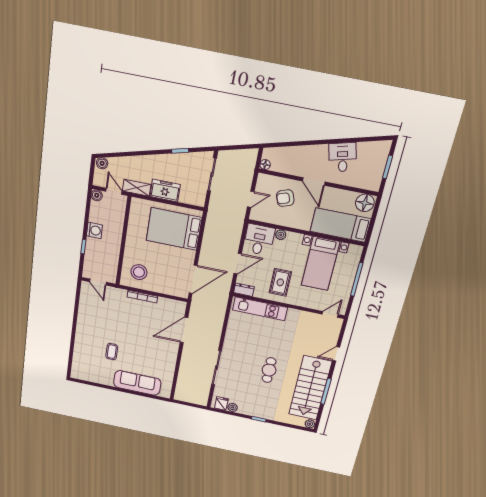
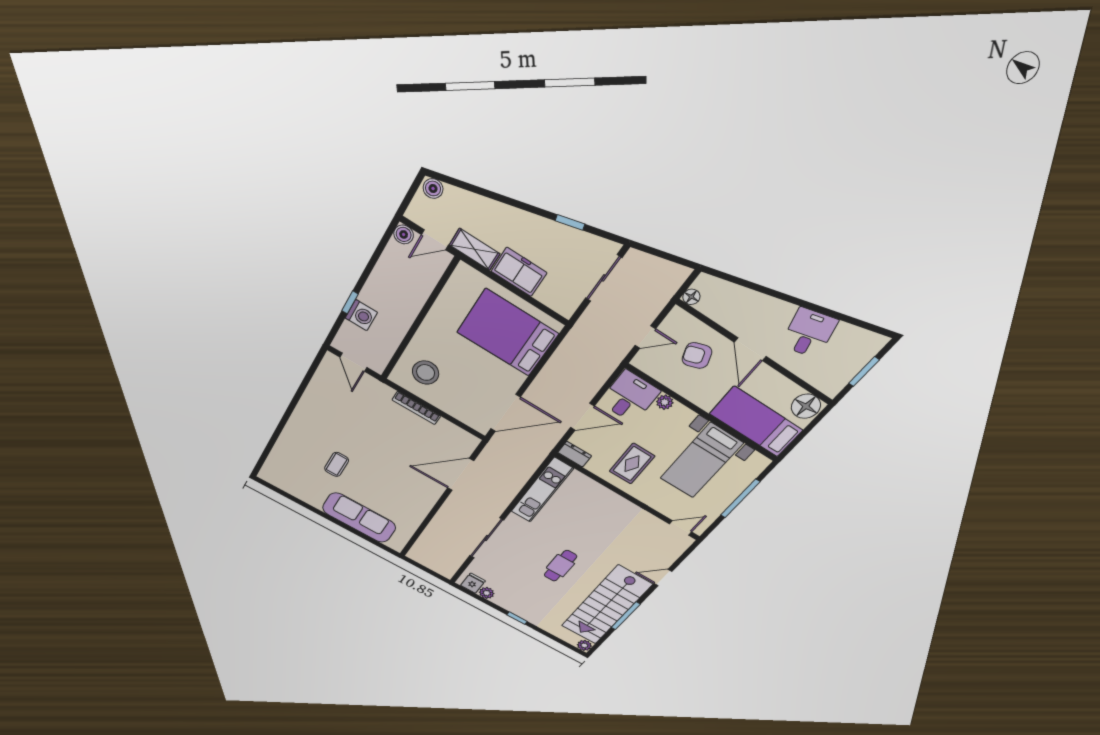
door: (114, 191) -> (435, 240), swing flipped
washing machine: (94, 230) -> (361, 315), moved
kitchen unit: (260, 309) -> (542, 490), moved, turned -90

